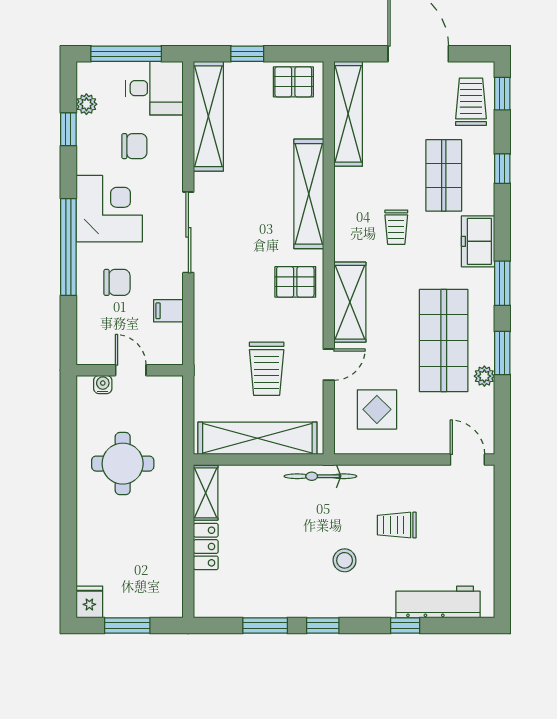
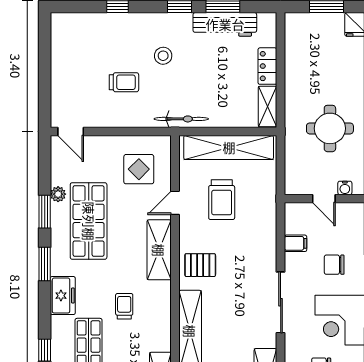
trolley: (267, 369) -> (222, 200), turned 180
workbench: (438, 602) -> (225, 24), moved

